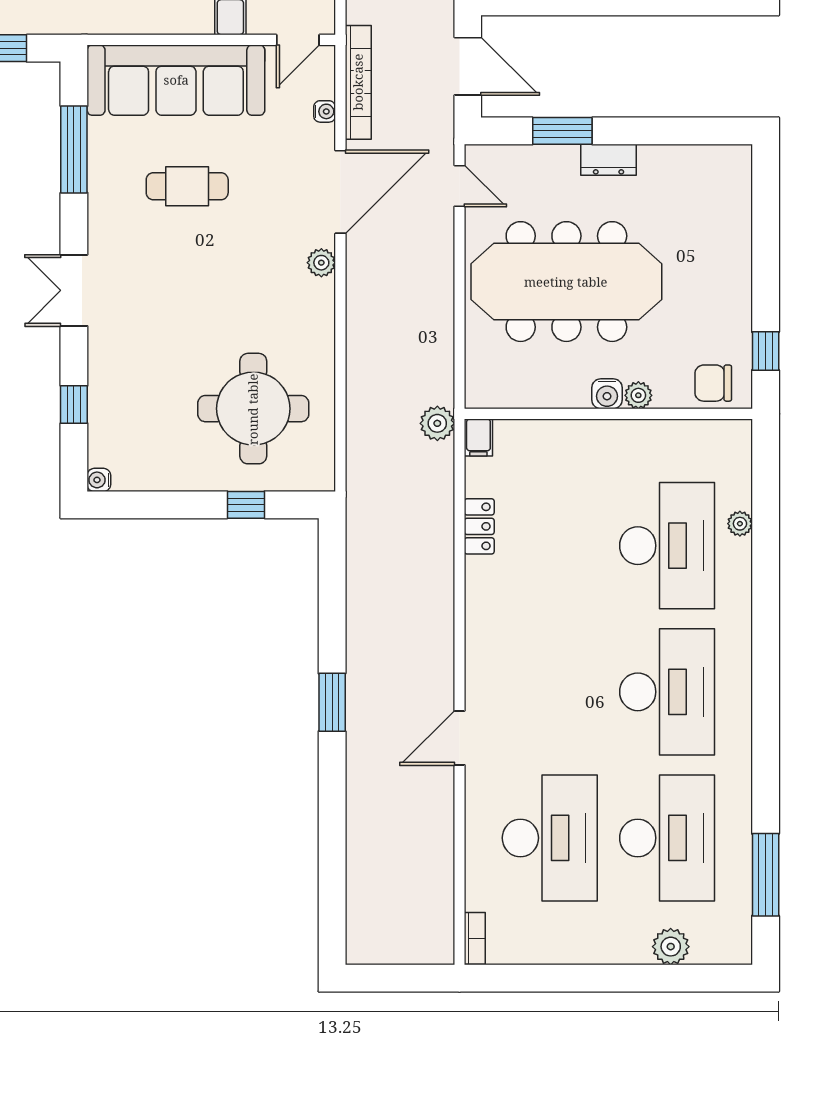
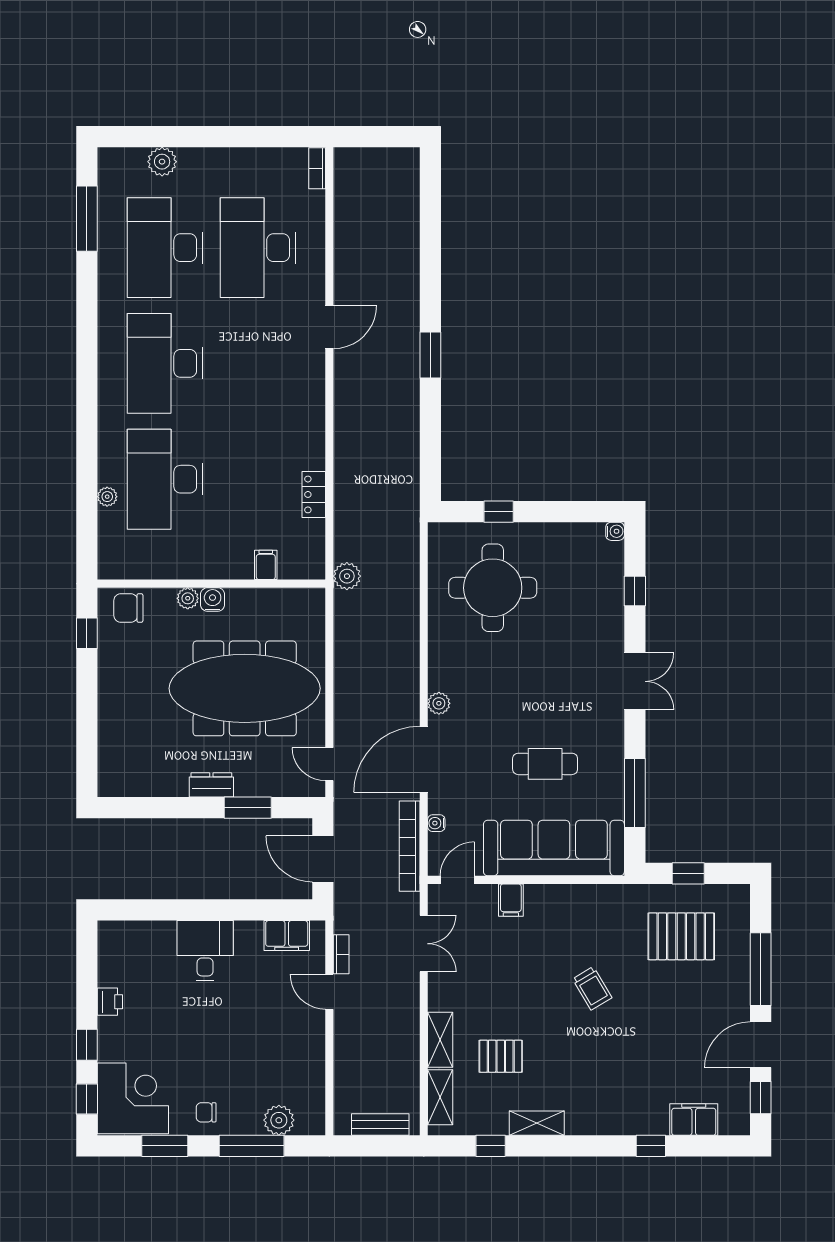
chair: (713, 383) -> (128, 608), turned 180
filing cabinet: (478, 437) -> (266, 565), moved

